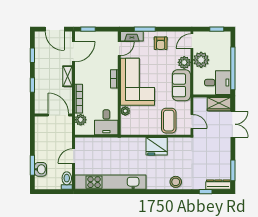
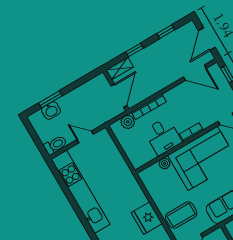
shelving: (67, 76) -> (120, 69), moved
desk: (106, 122) -> (163, 136), moved, turned -90

